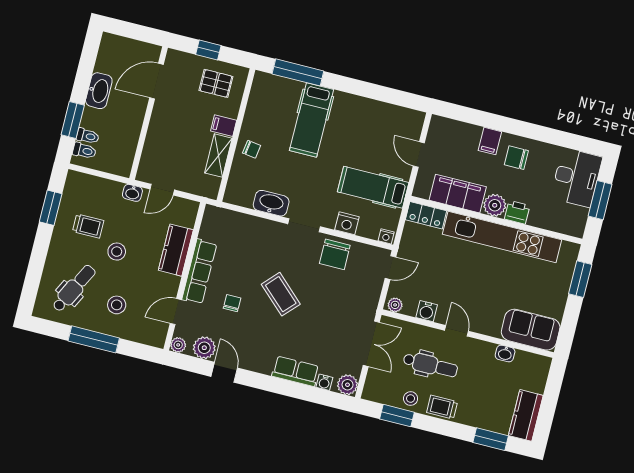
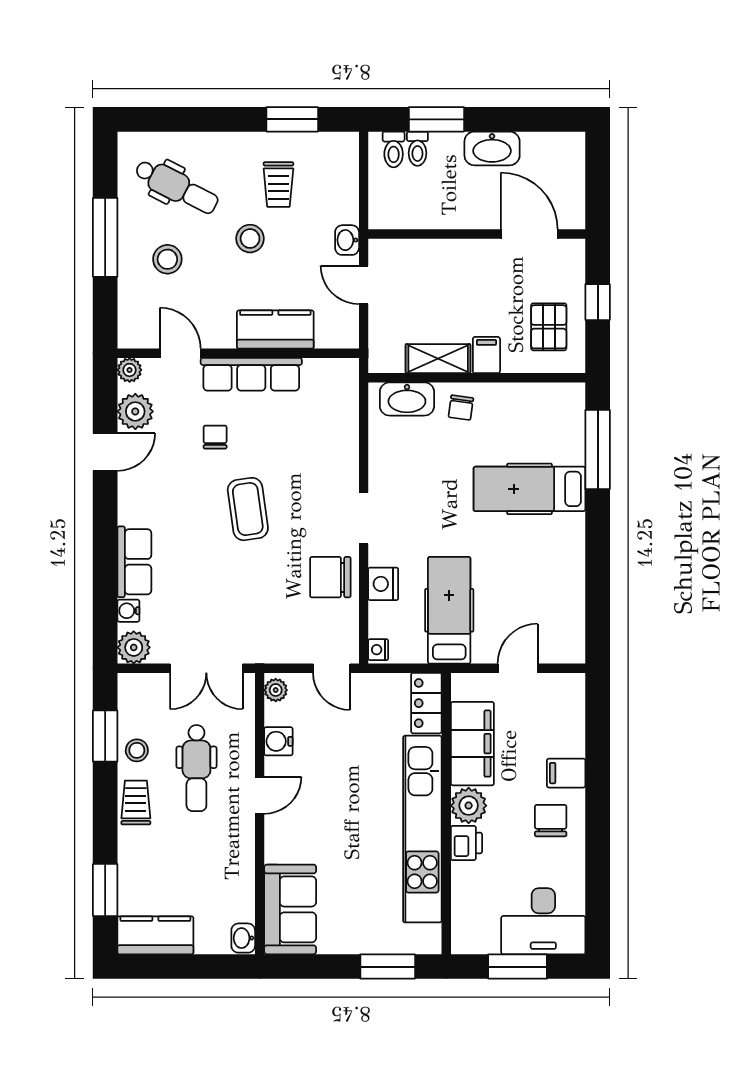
washbasin: (271, 203) -> (407, 399), moved, turned 90
coffee table: (281, 294) -> (248, 509), turned -51
chair: (232, 303) -> (215, 437), turned -90
washbasin: (505, 354) -> (243, 938), moved

